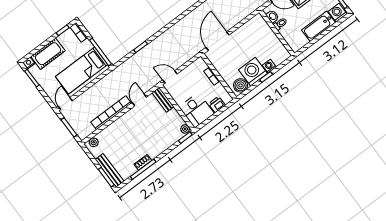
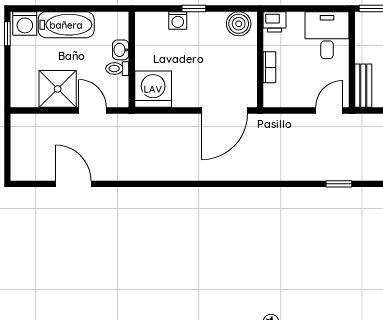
washbasin: (272, 16) -> (121, 50), moved
washing machine: (253, 72) -> (153, 89), moved, turned 180
door: (170, 77) -> (329, 110), swing flipped
printer: (217, 104) -> (275, 22), moved
plant: (185, 129) -> (363, 21), removed

